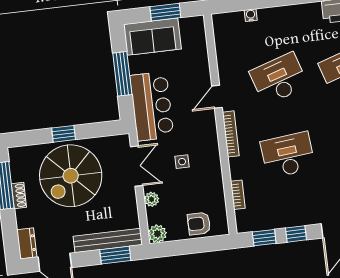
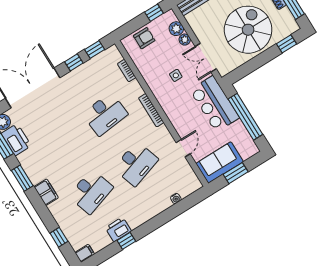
sofa: (152, 37) -> (220, 163), moved
window: (122, 74) -> (245, 117), width x1.46
door: (217, 97) -> (183, 148), moved
window: (64, 134) -> (287, 44), moved
plant: (157, 234) -> (176, 29), moved
window: (173, 248) -> (154, 13), added

